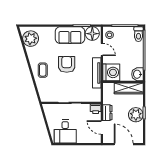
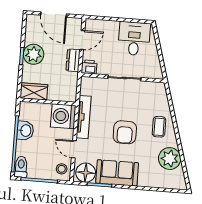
plant: (31, 39) -> (170, 159), moved
washbasin: (137, 74) -> (25, 131), moved
wardrobe: (129, 88) -> (34, 91), width x0.67
door: (102, 127) -> (82, 40), hinge flipped

